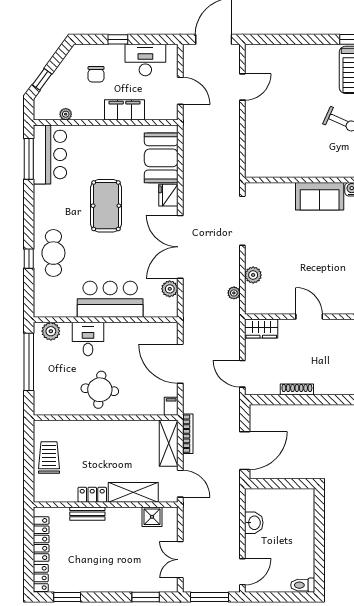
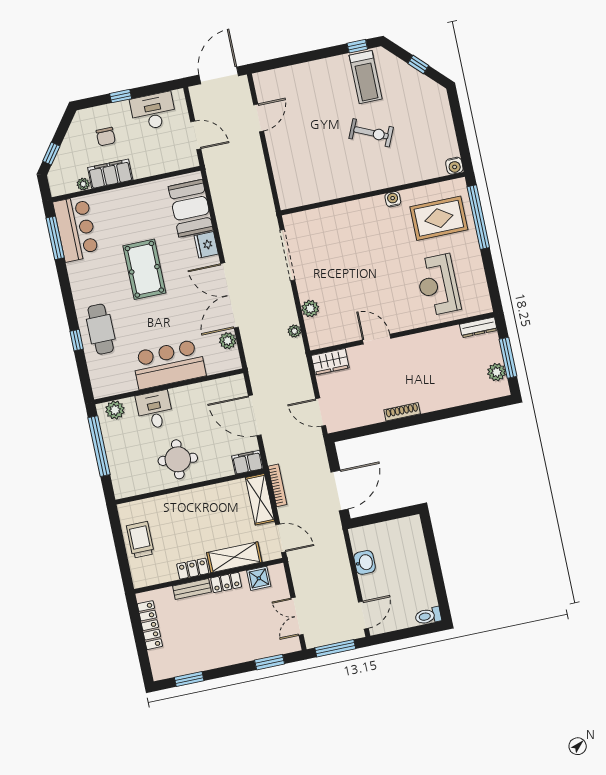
filing cabinet: (124, 110) -> (110, 174), moved
sofa: (320, 196) -> (361, 213), removed
shoe rack: (297, 389) -> (402, 412), moved
filing cabinet: (171, 406) -> (248, 462), width x2.00
locker: (41, 578) -> (226, 583), moved, turned 90

